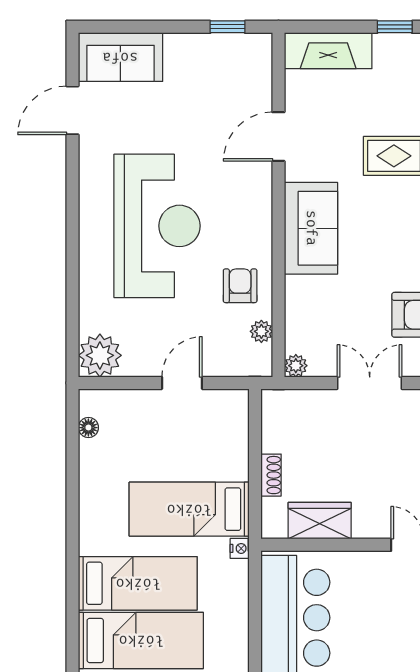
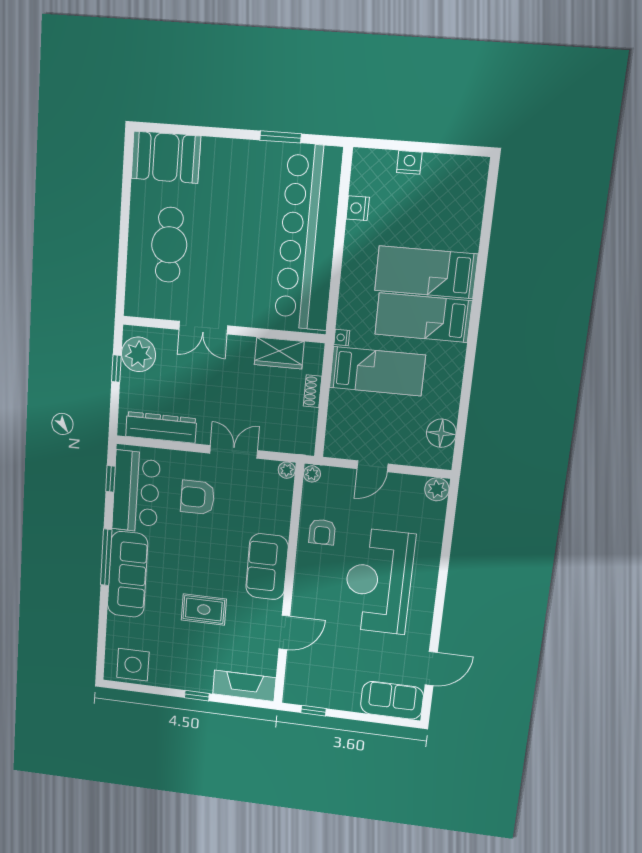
plant: (261, 331) -> (312, 474), moved
plant: (100, 355) -> (437, 489), width x0.73, depth x0.73
double door: (370, 383) -> (234, 452), swing flipped
floor lamp: (88, 428) -> (441, 433), width x1.89, depth x1.89

